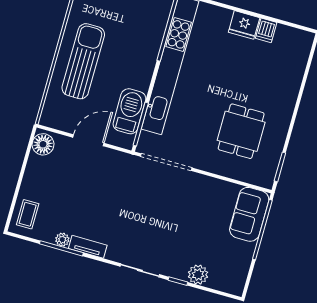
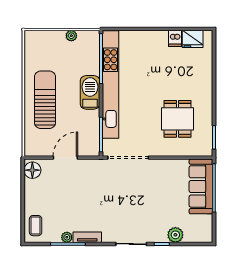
fridge: (244, 25) -> (193, 39), moved
barbecue: (129, 111) -> (90, 92), moved
sofa: (249, 214) -> (201, 186), width x1.36

